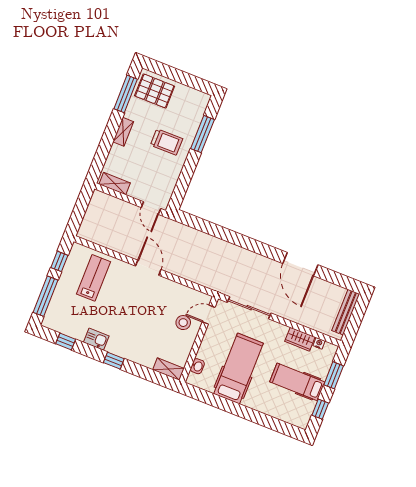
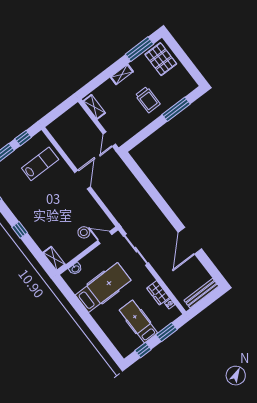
kitchen sink: (96, 339) -> (16, 208), removed

